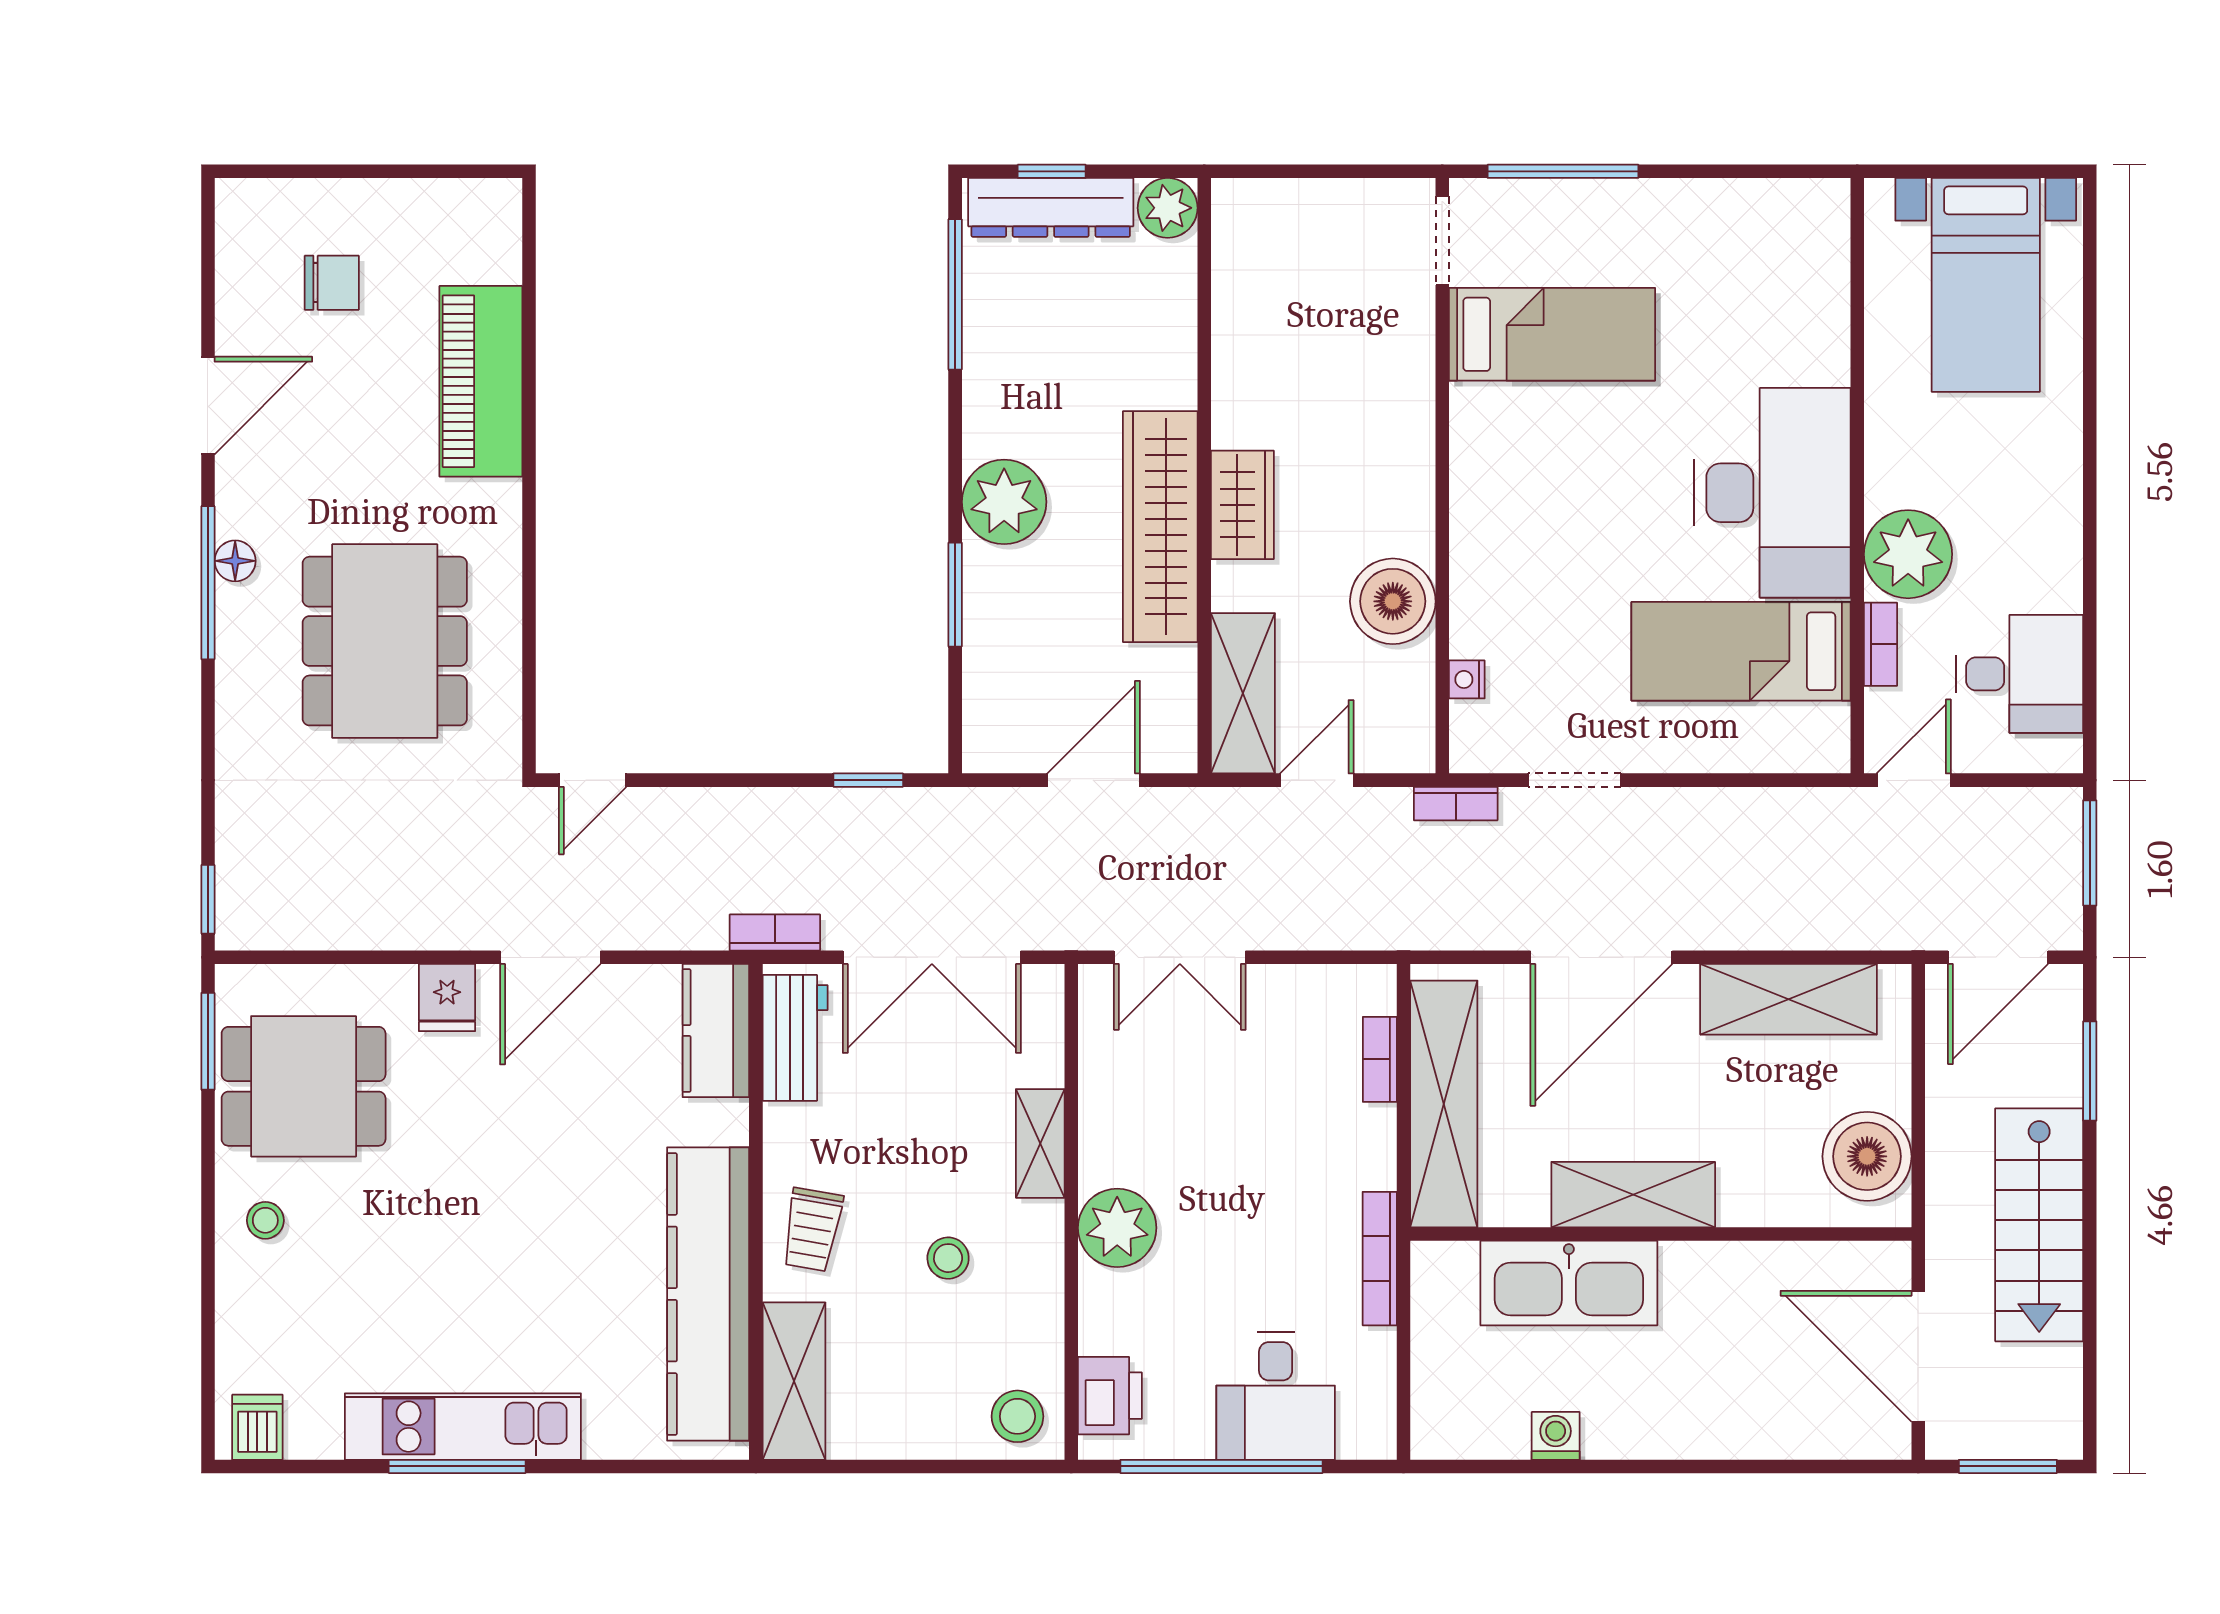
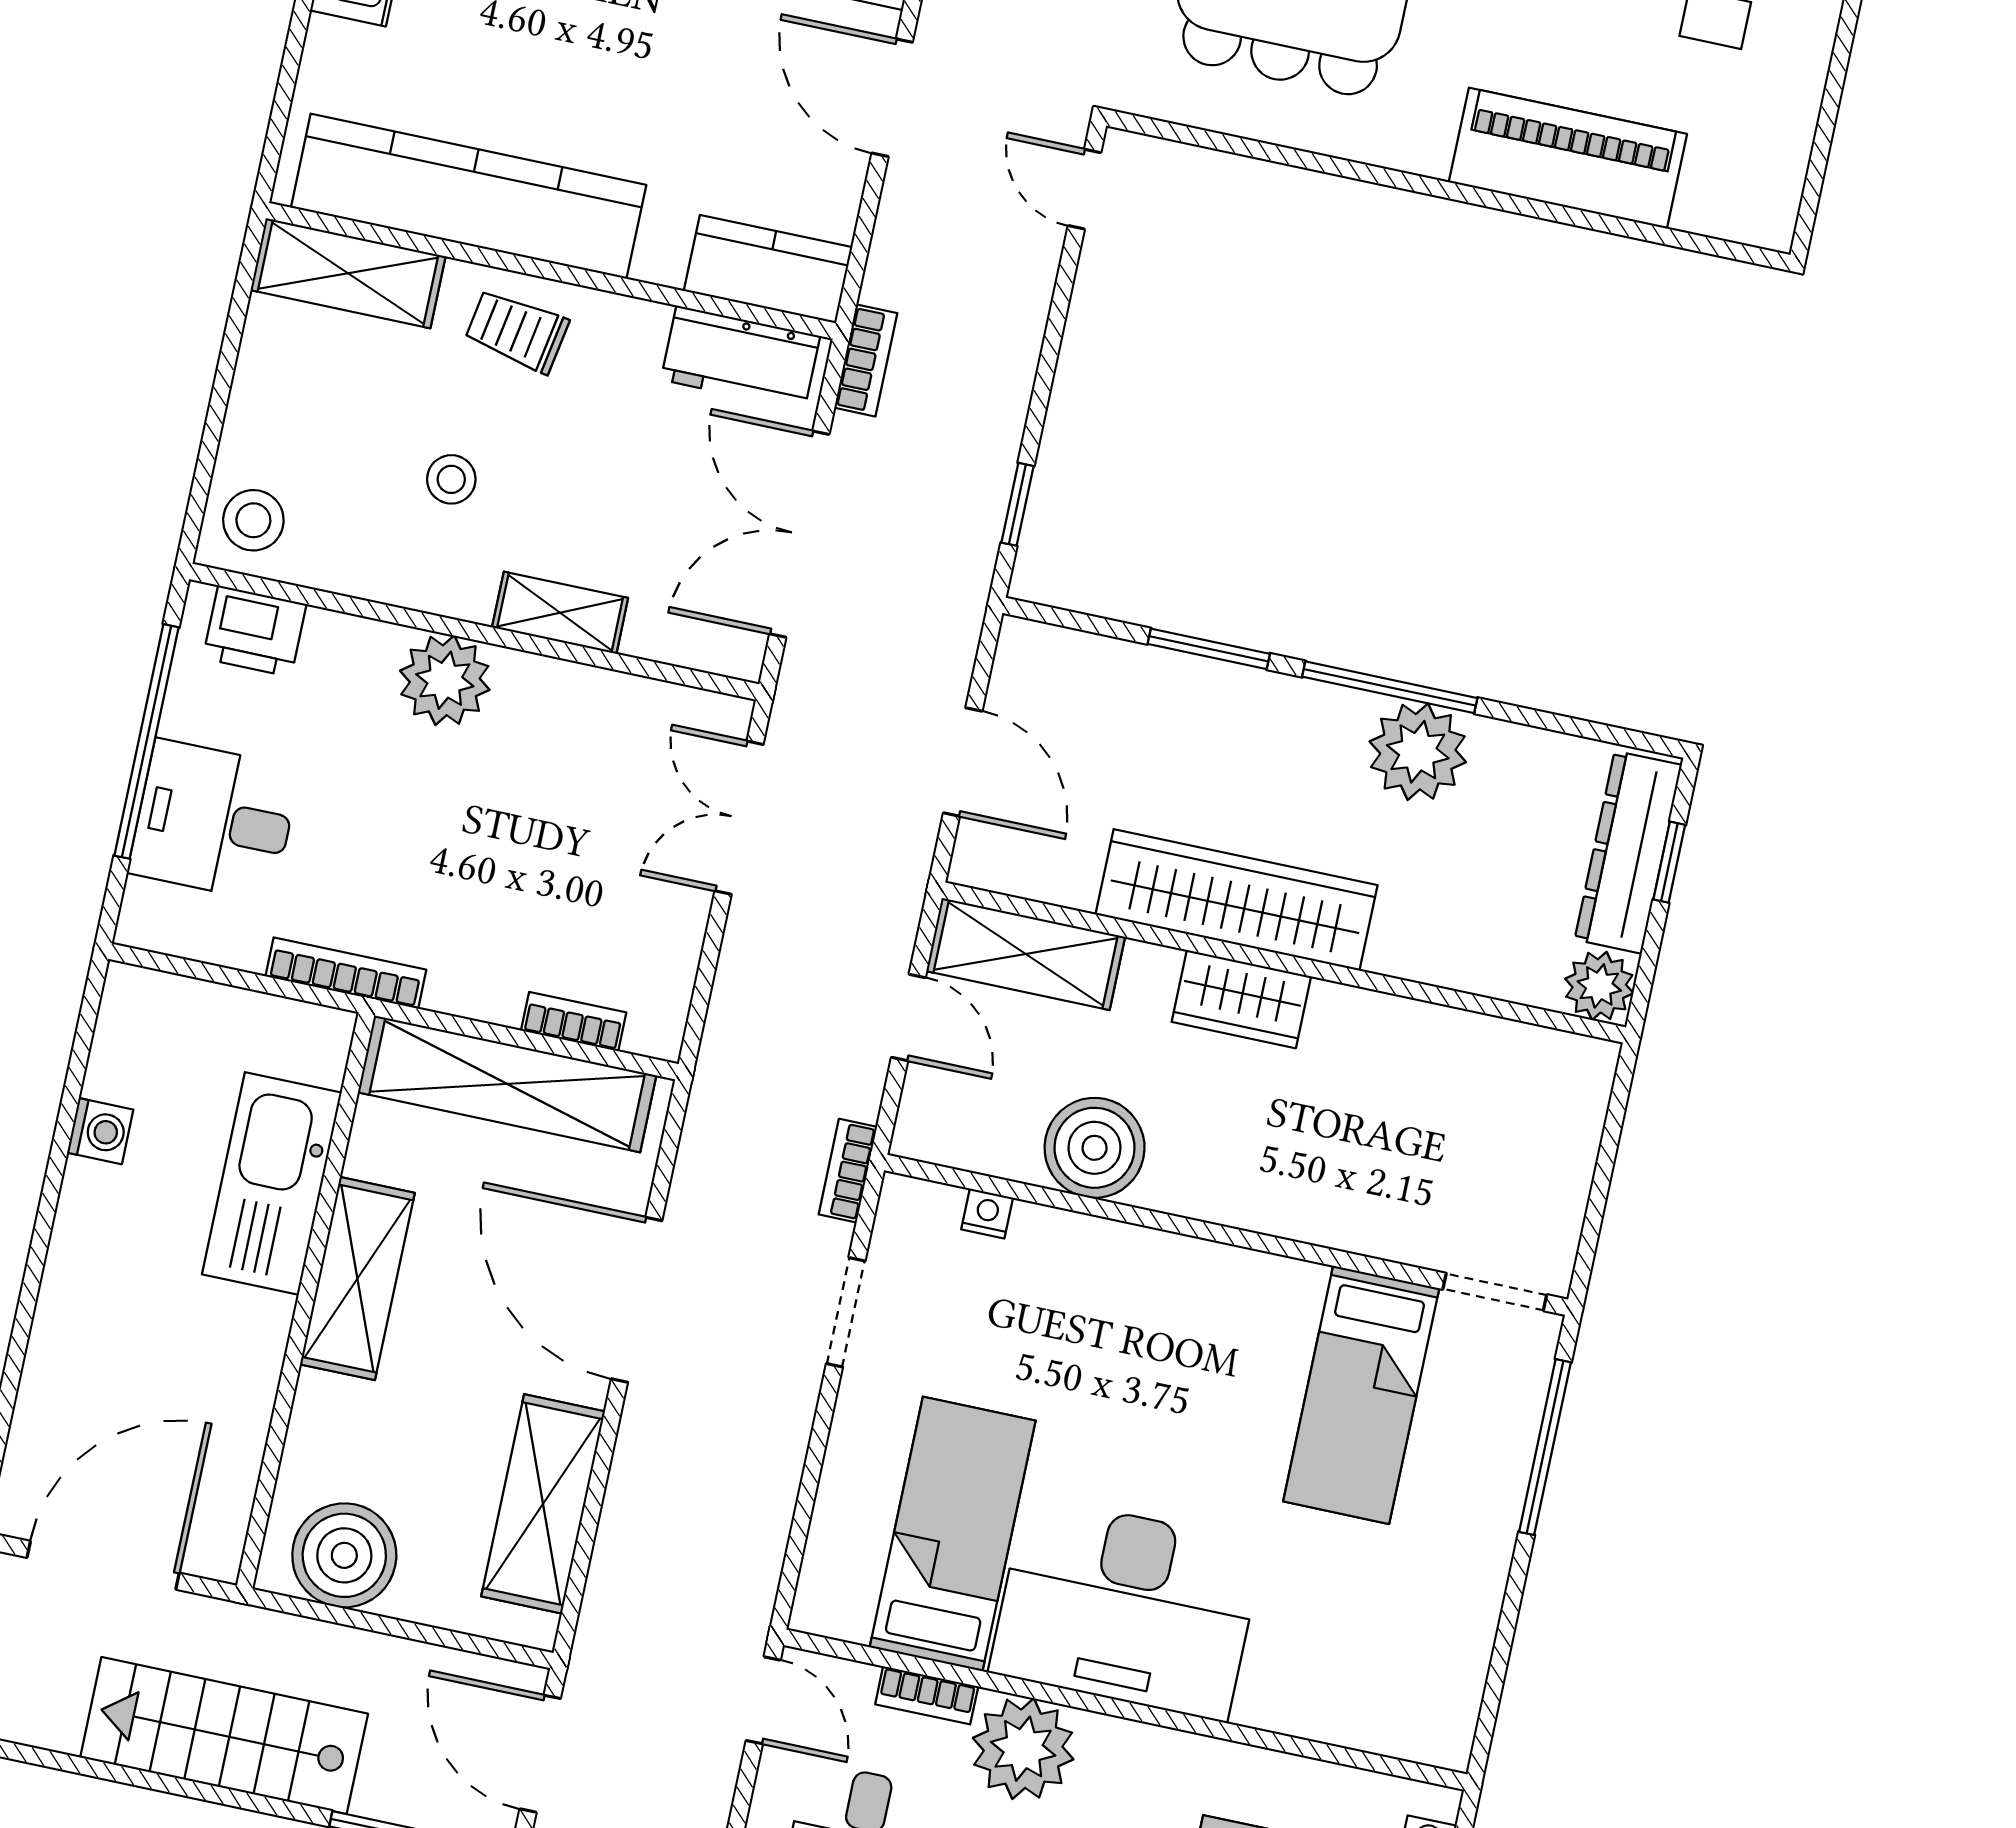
window: (955, 294) -> (1390, 687), moved
plant: (1004, 502) -> (1418, 752), moved

